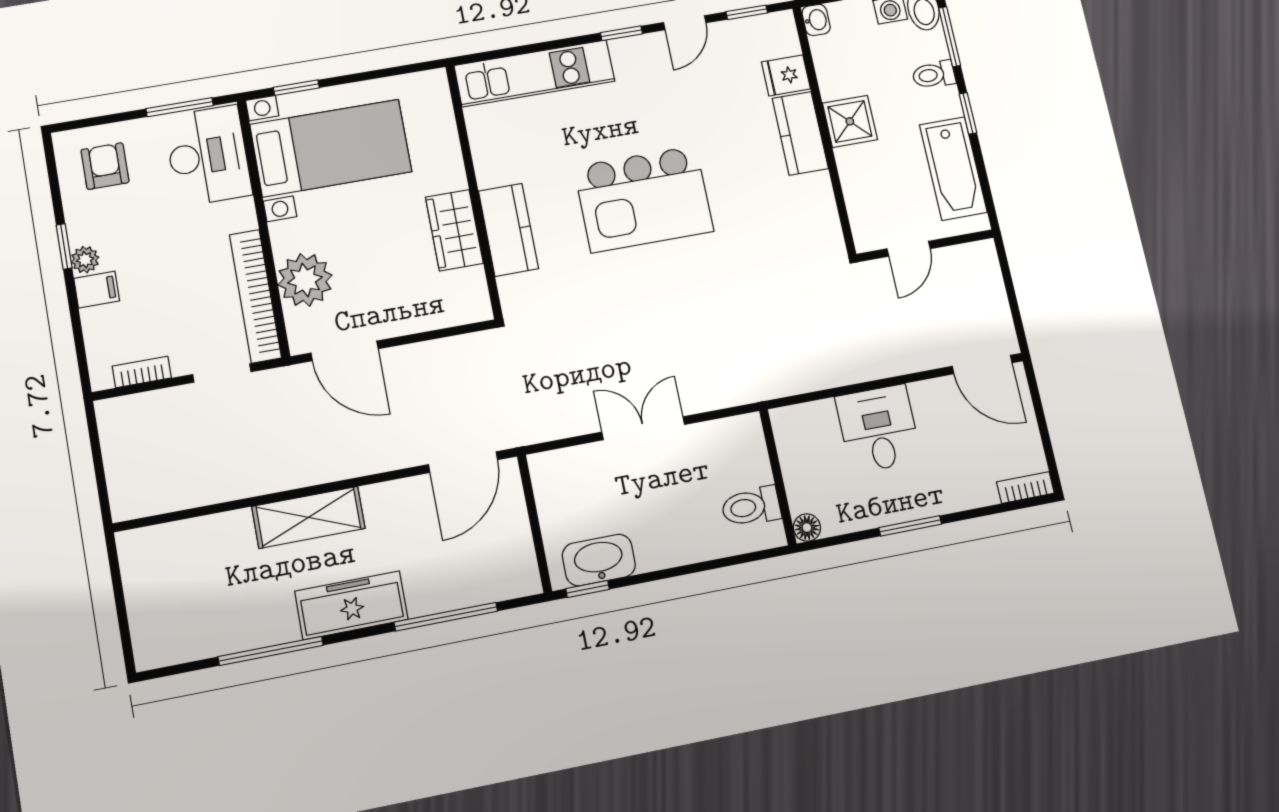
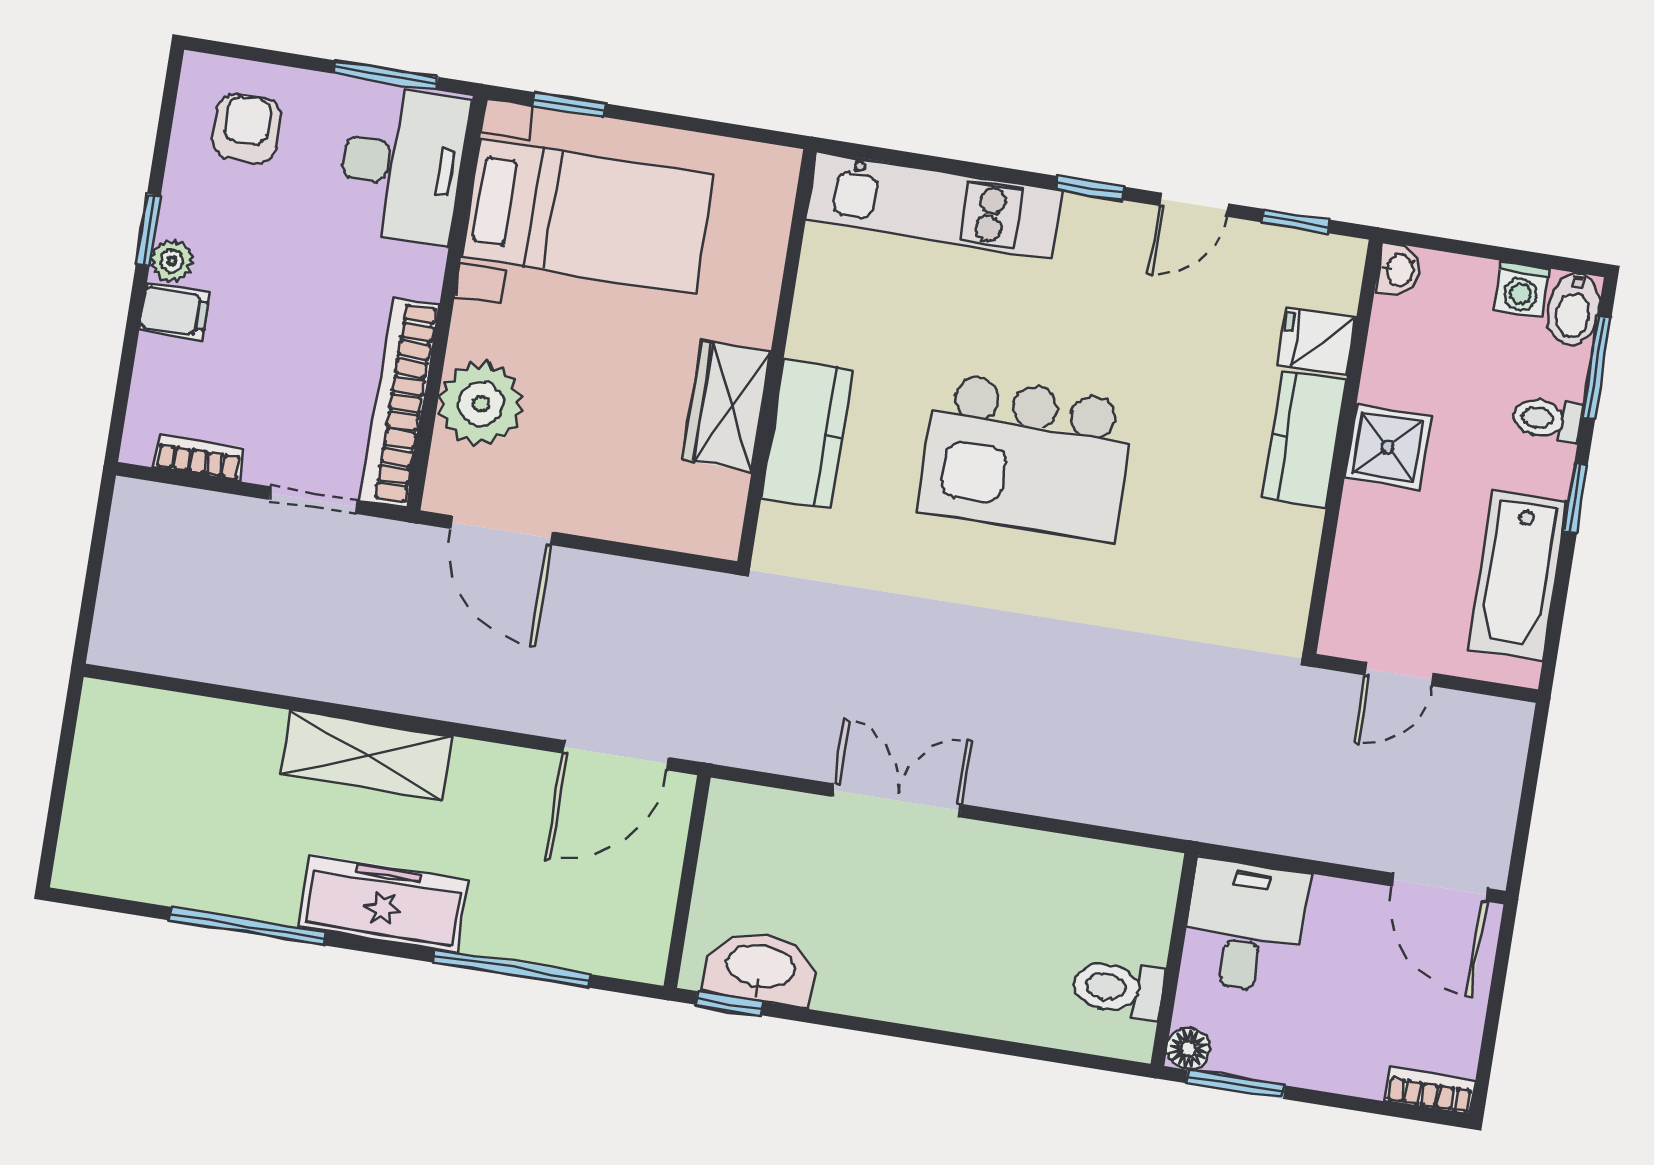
wall: (778, 477) -> (1174, 960), moved
toilet: (751, 507) -> (1118, 988), moved
floor lamp: (807, 528) -> (1188, 1048), moved

